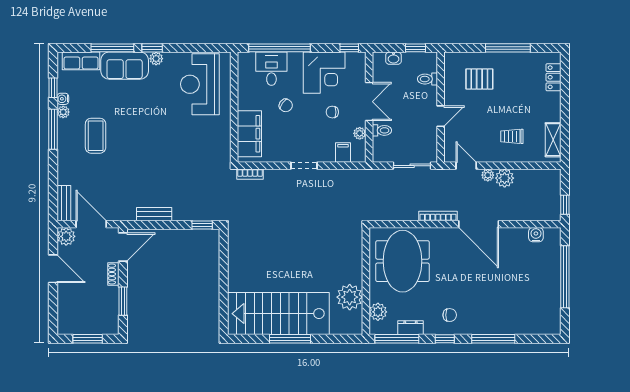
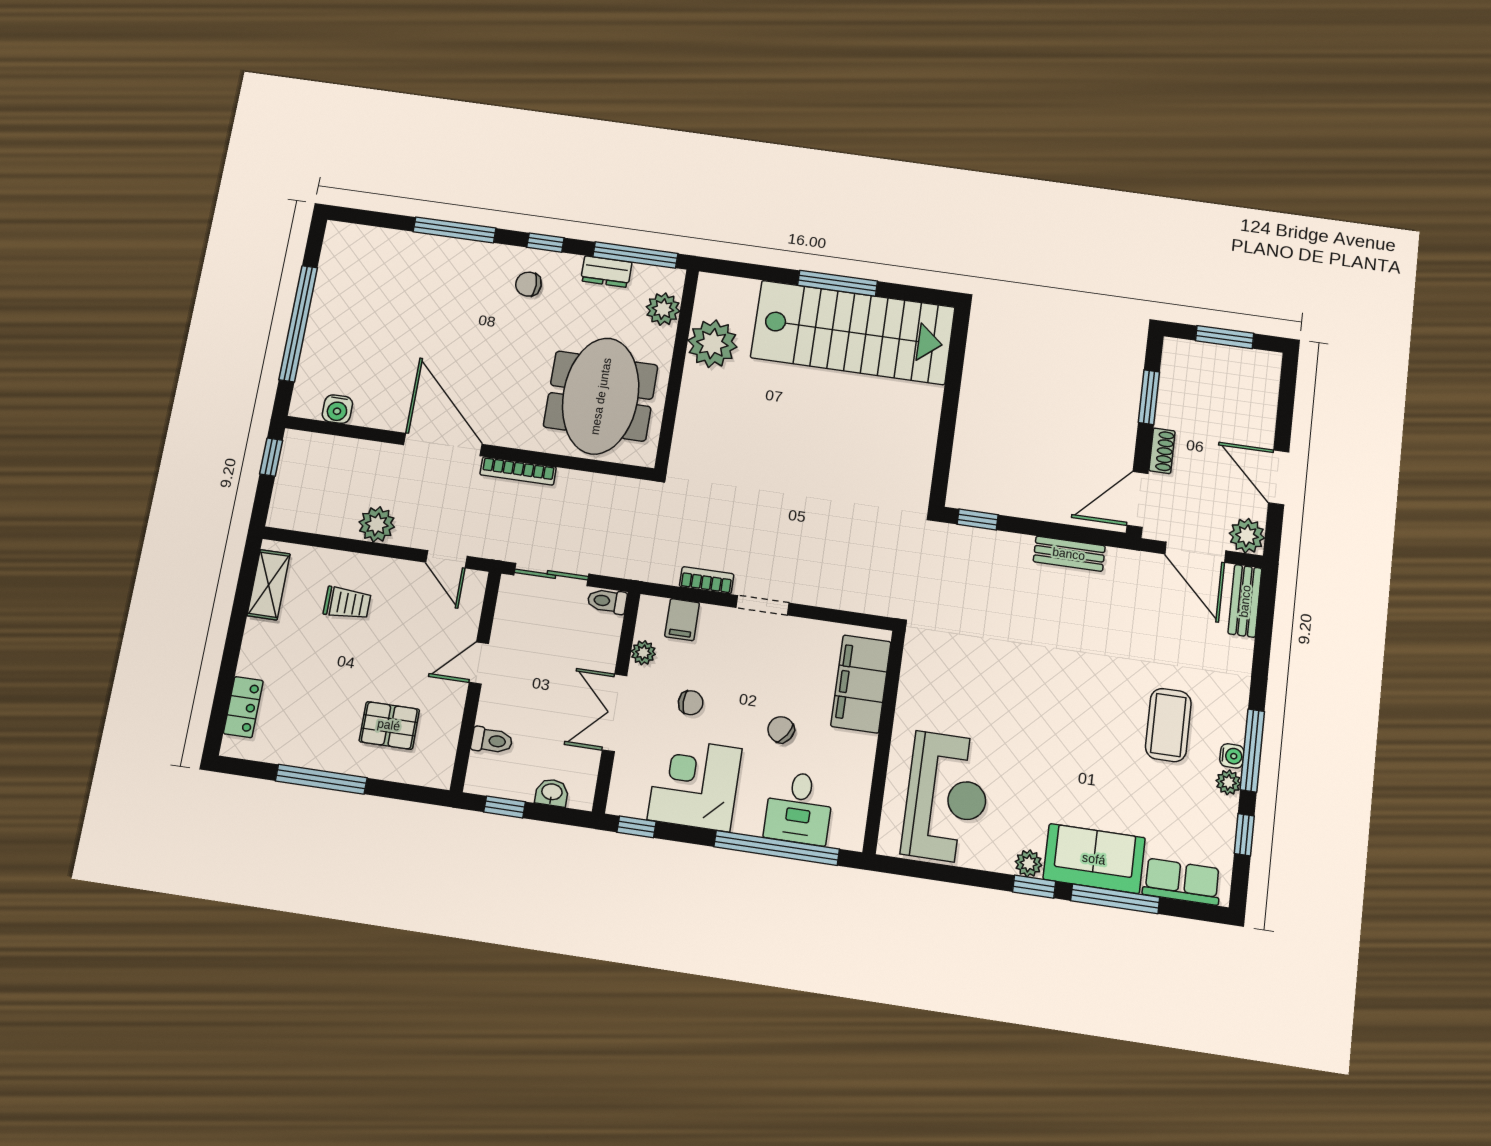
water cooler: (63, 99) -> (1232, 756), moved
toilet: (382, 130) -> (607, 601), moved
bookcase: (250, 174) -> (707, 580), moved
plant: (488, 175) -> (408, 535), removed

